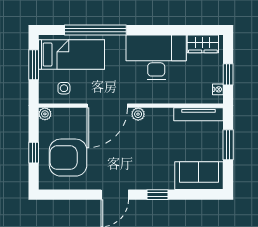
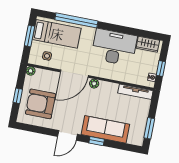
window: (228, 145) -> (149, 128), moved
sofa: (199, 176) -> (105, 129), moved, width x1.36

